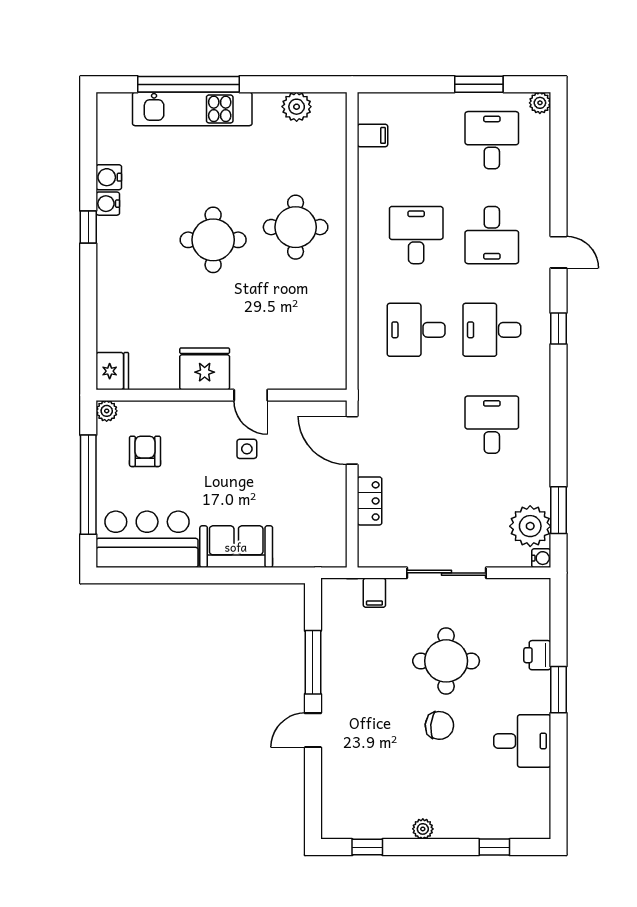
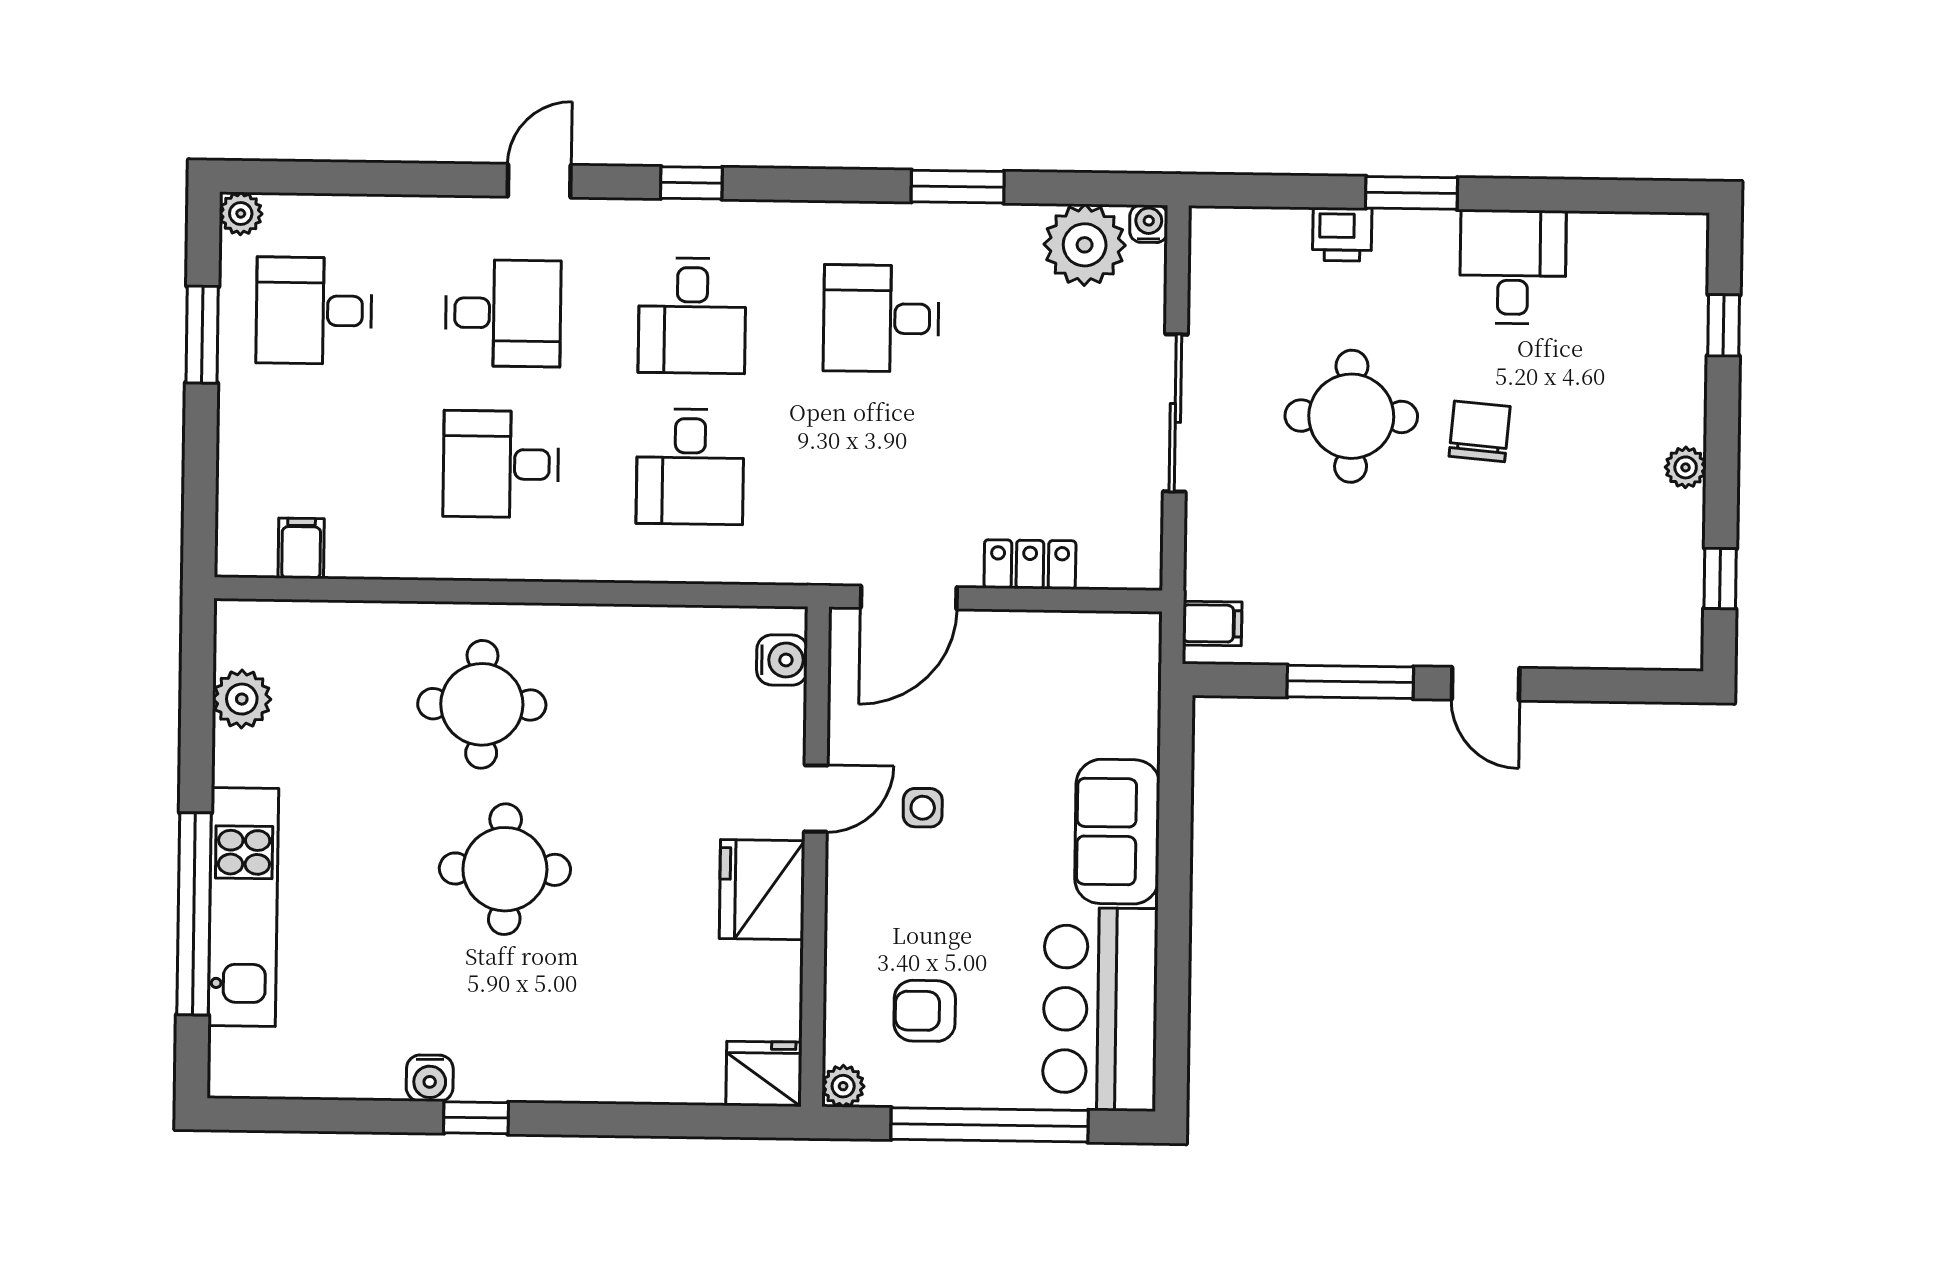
water cooler: (109, 177) -> (782, 660), moved, turned -90
window: (558, 510) -> (958, 187), moved
filing cabinet: (374, 593) -> (1212, 623), moved

